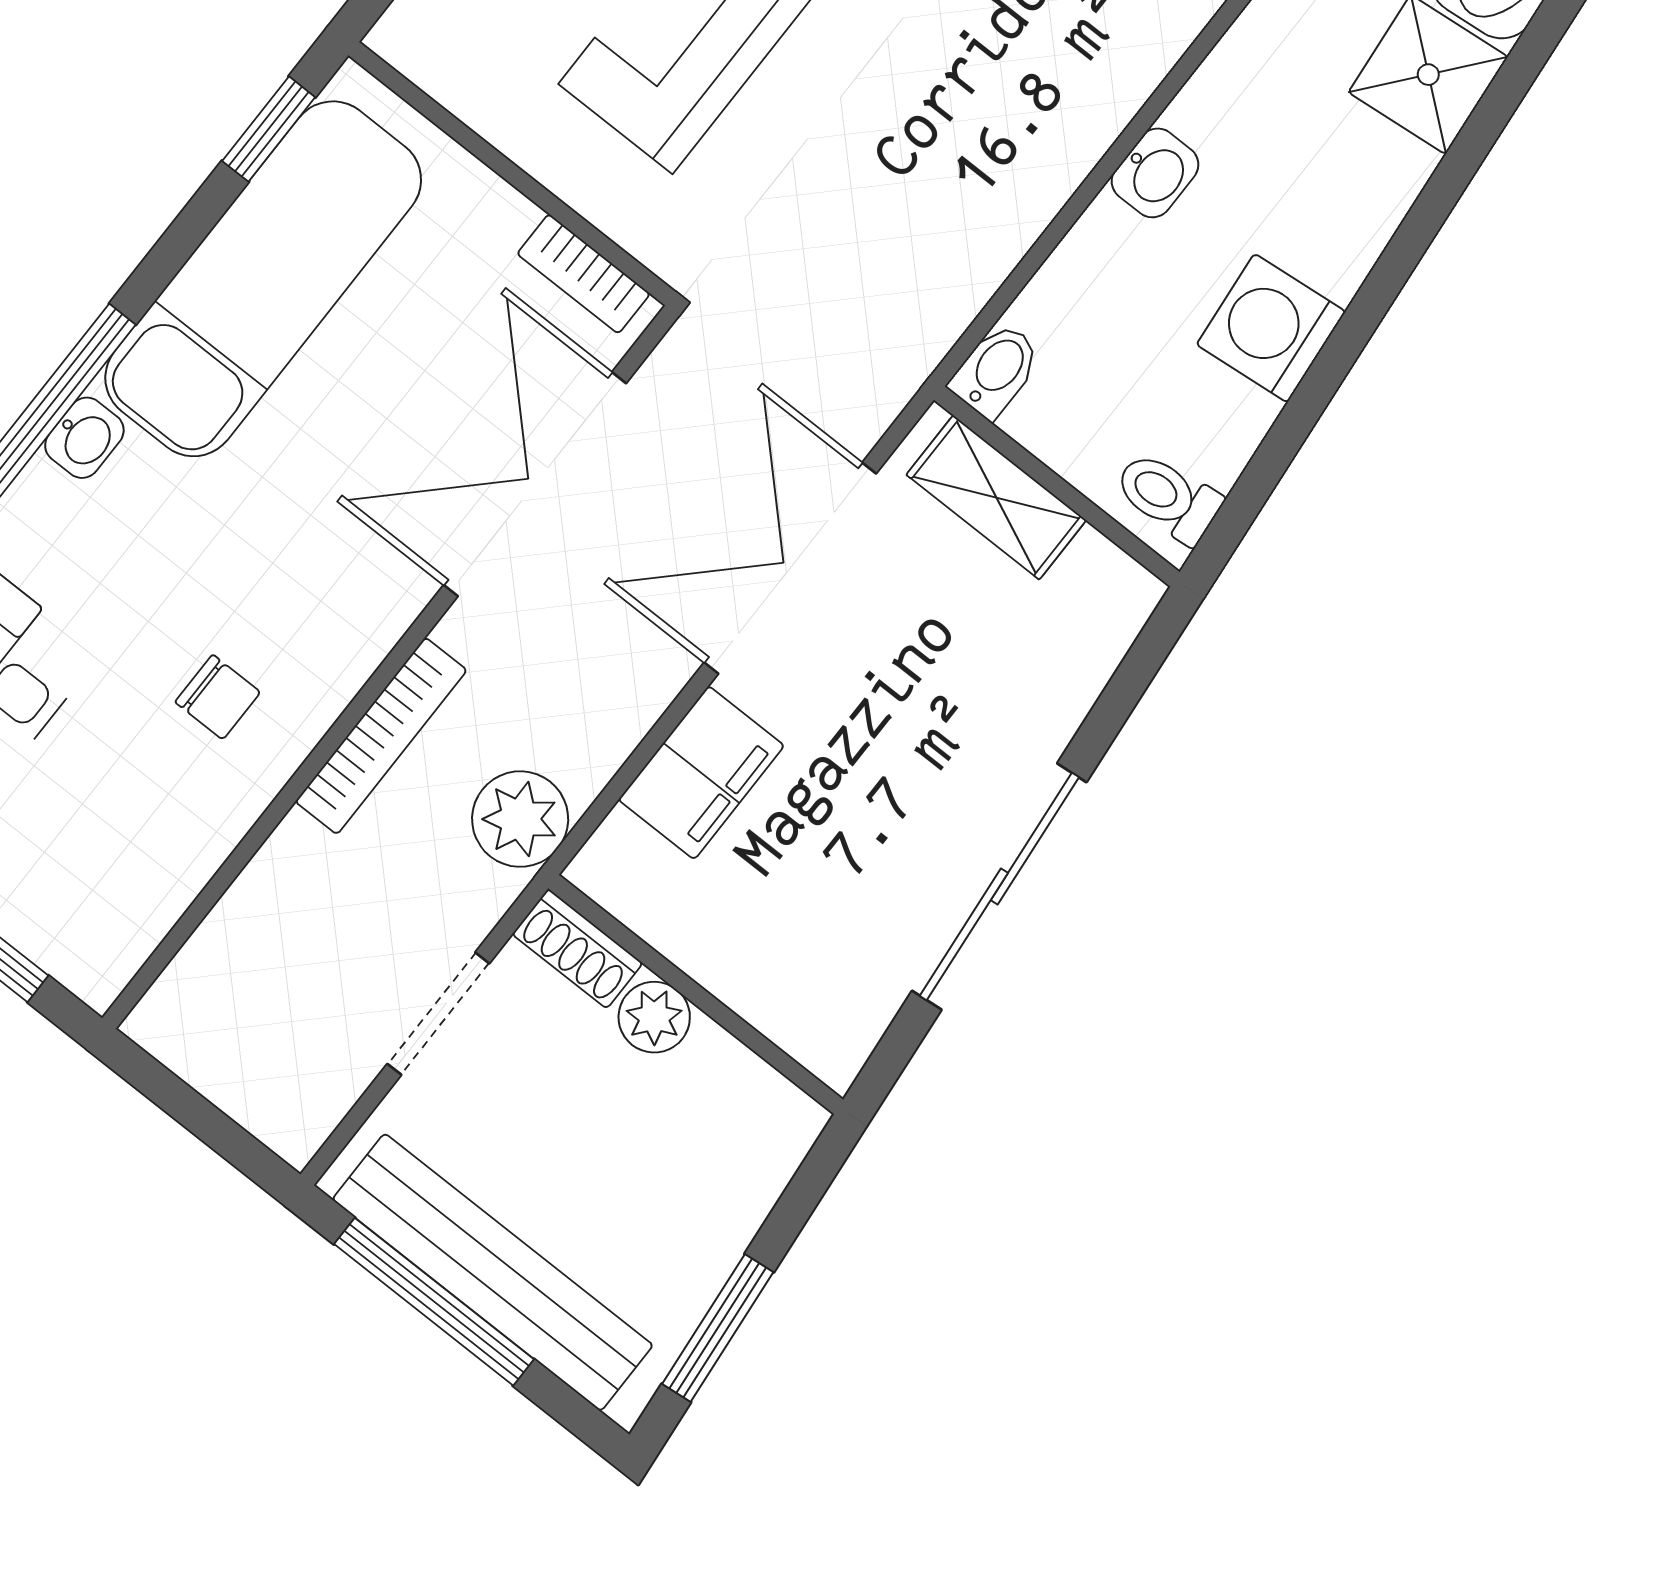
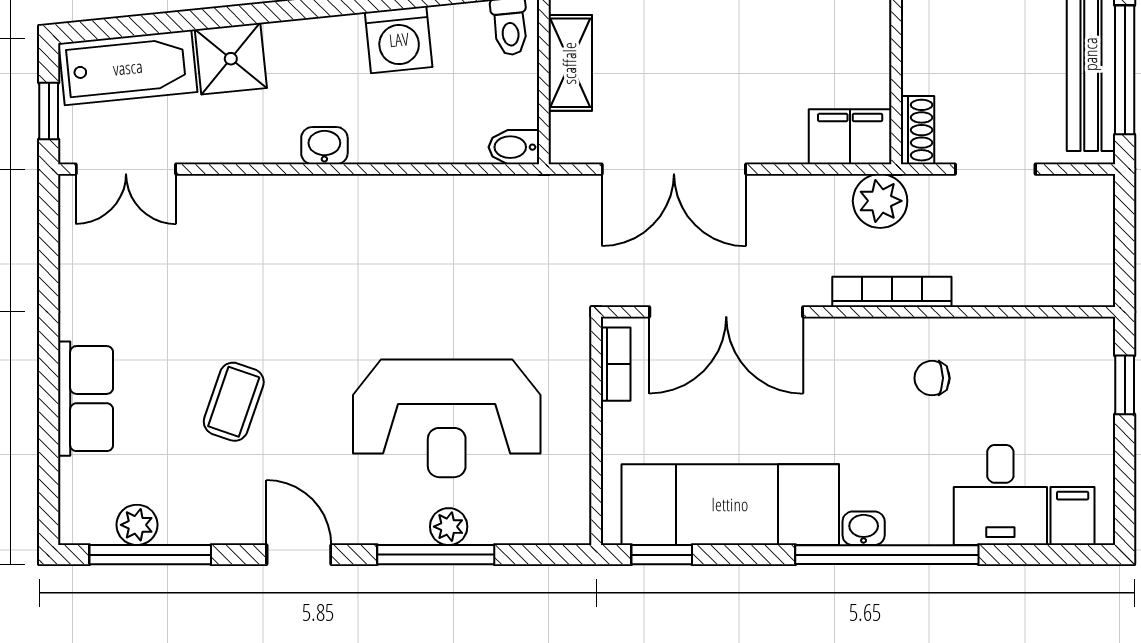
washbasin: (1155, 173) -> (324, 146), moved
shelving: (996, 497) -> (570, 63), moved
chair: (218, 697) -> (932, 378), turned -90
filing cabinet: (701, 773) -> (850, 137), moved
plant: (654, 1017) -> (921, 72), removed

